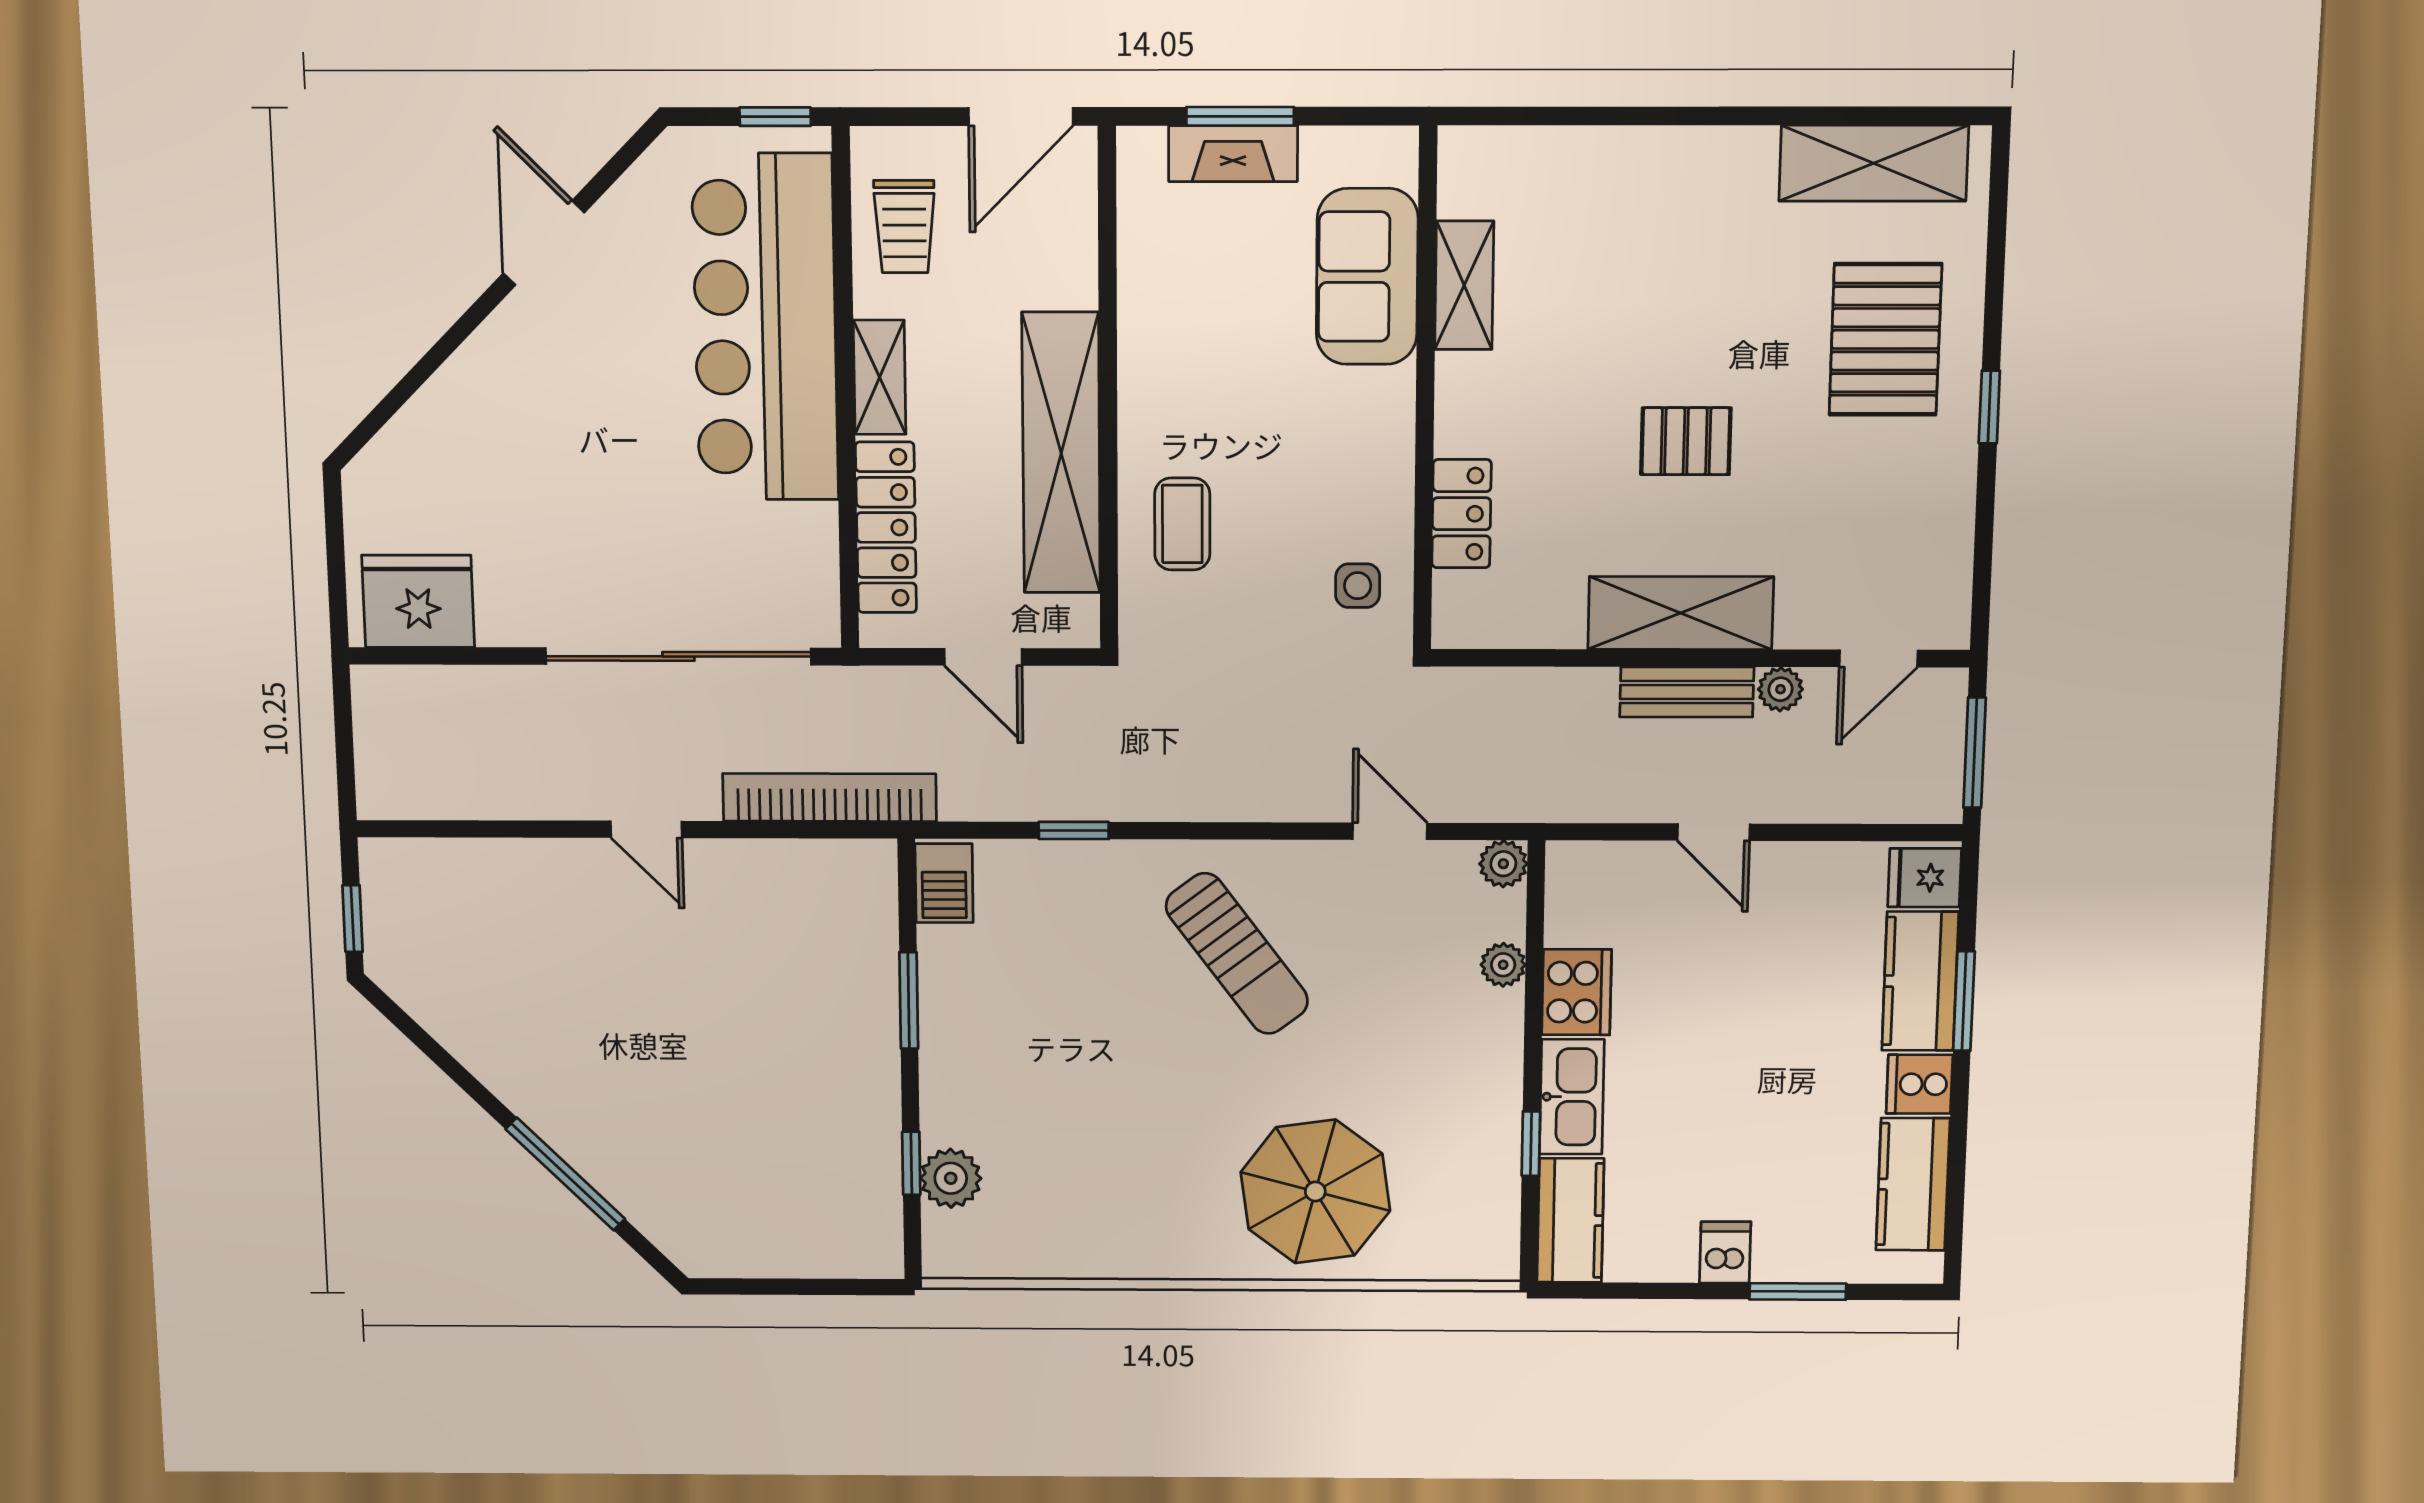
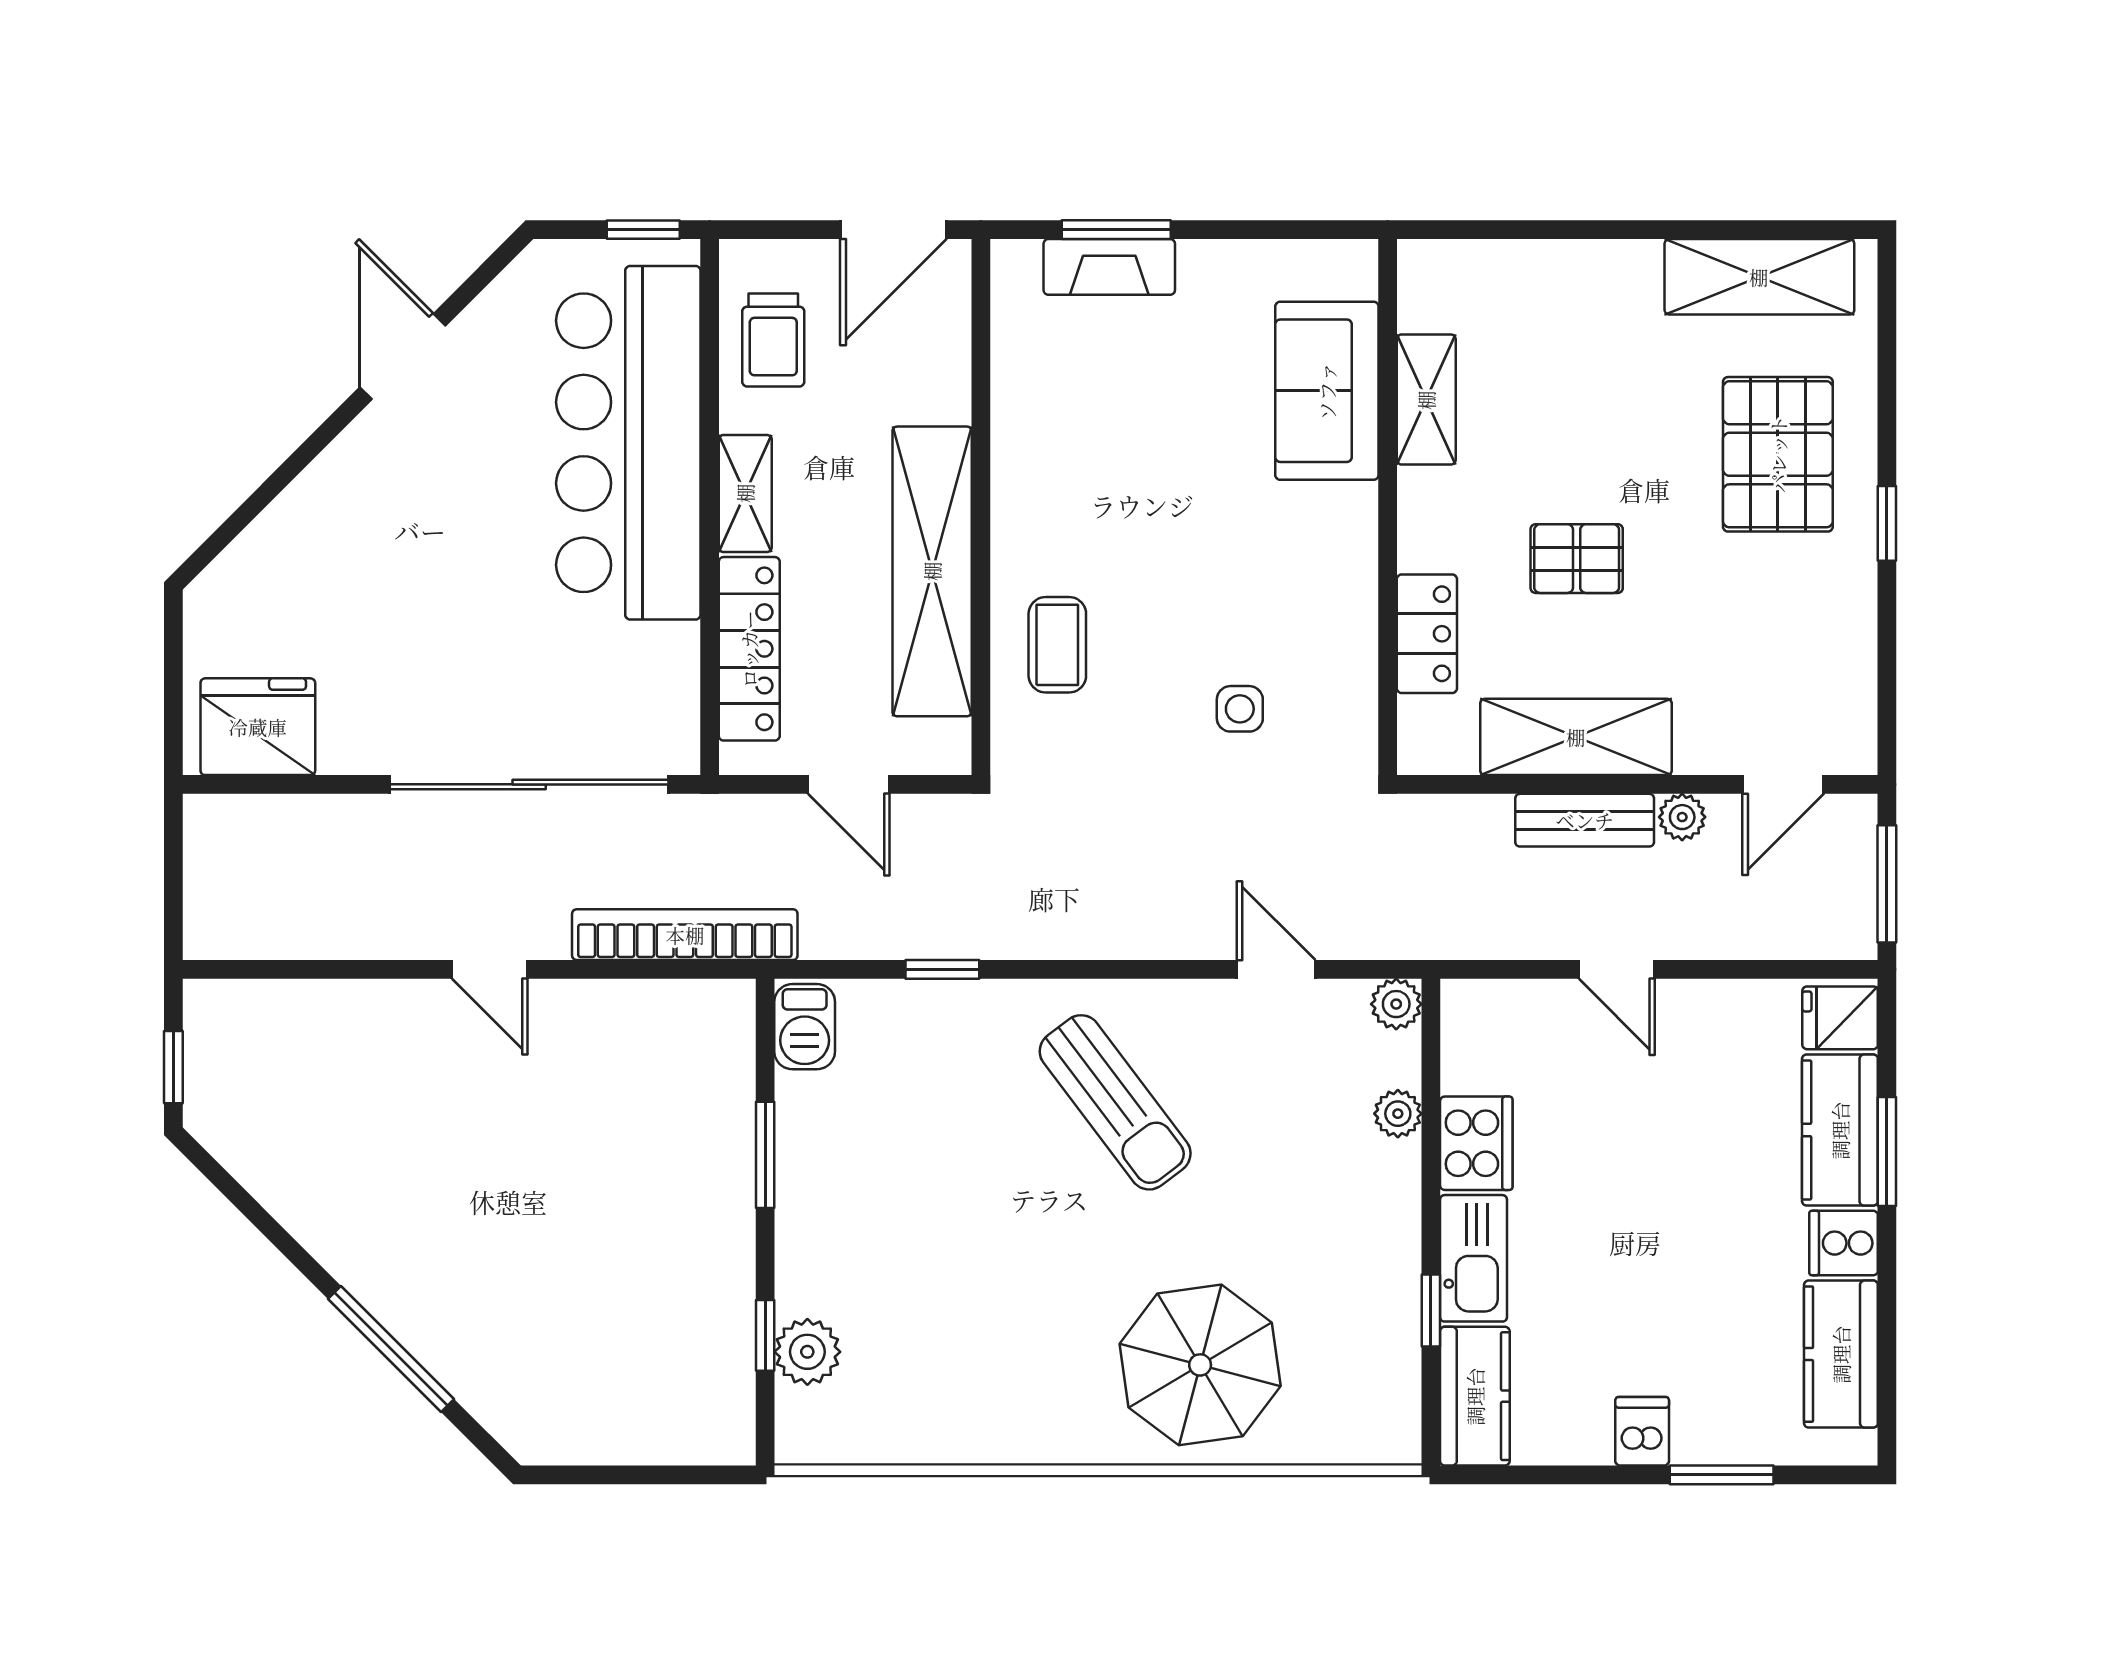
sofa: (1367, 277) -> (1327, 391), moved
shelving: (1464, 285) -> (1426, 400), moved
wall: (1425, 391) -> (1388, 507), moved
locker: (1462, 514) -> (1427, 634), moved

